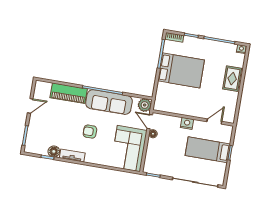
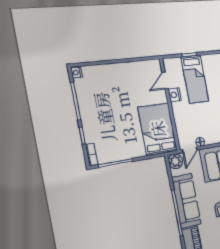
bed: (181, 70) -> (158, 129), moved
rug: (232, 79) -> (113, 74), removed
door: (214, 122) -> (165, 80), hinge flipped
nightstand: (187, 123) -> (175, 95), moved

